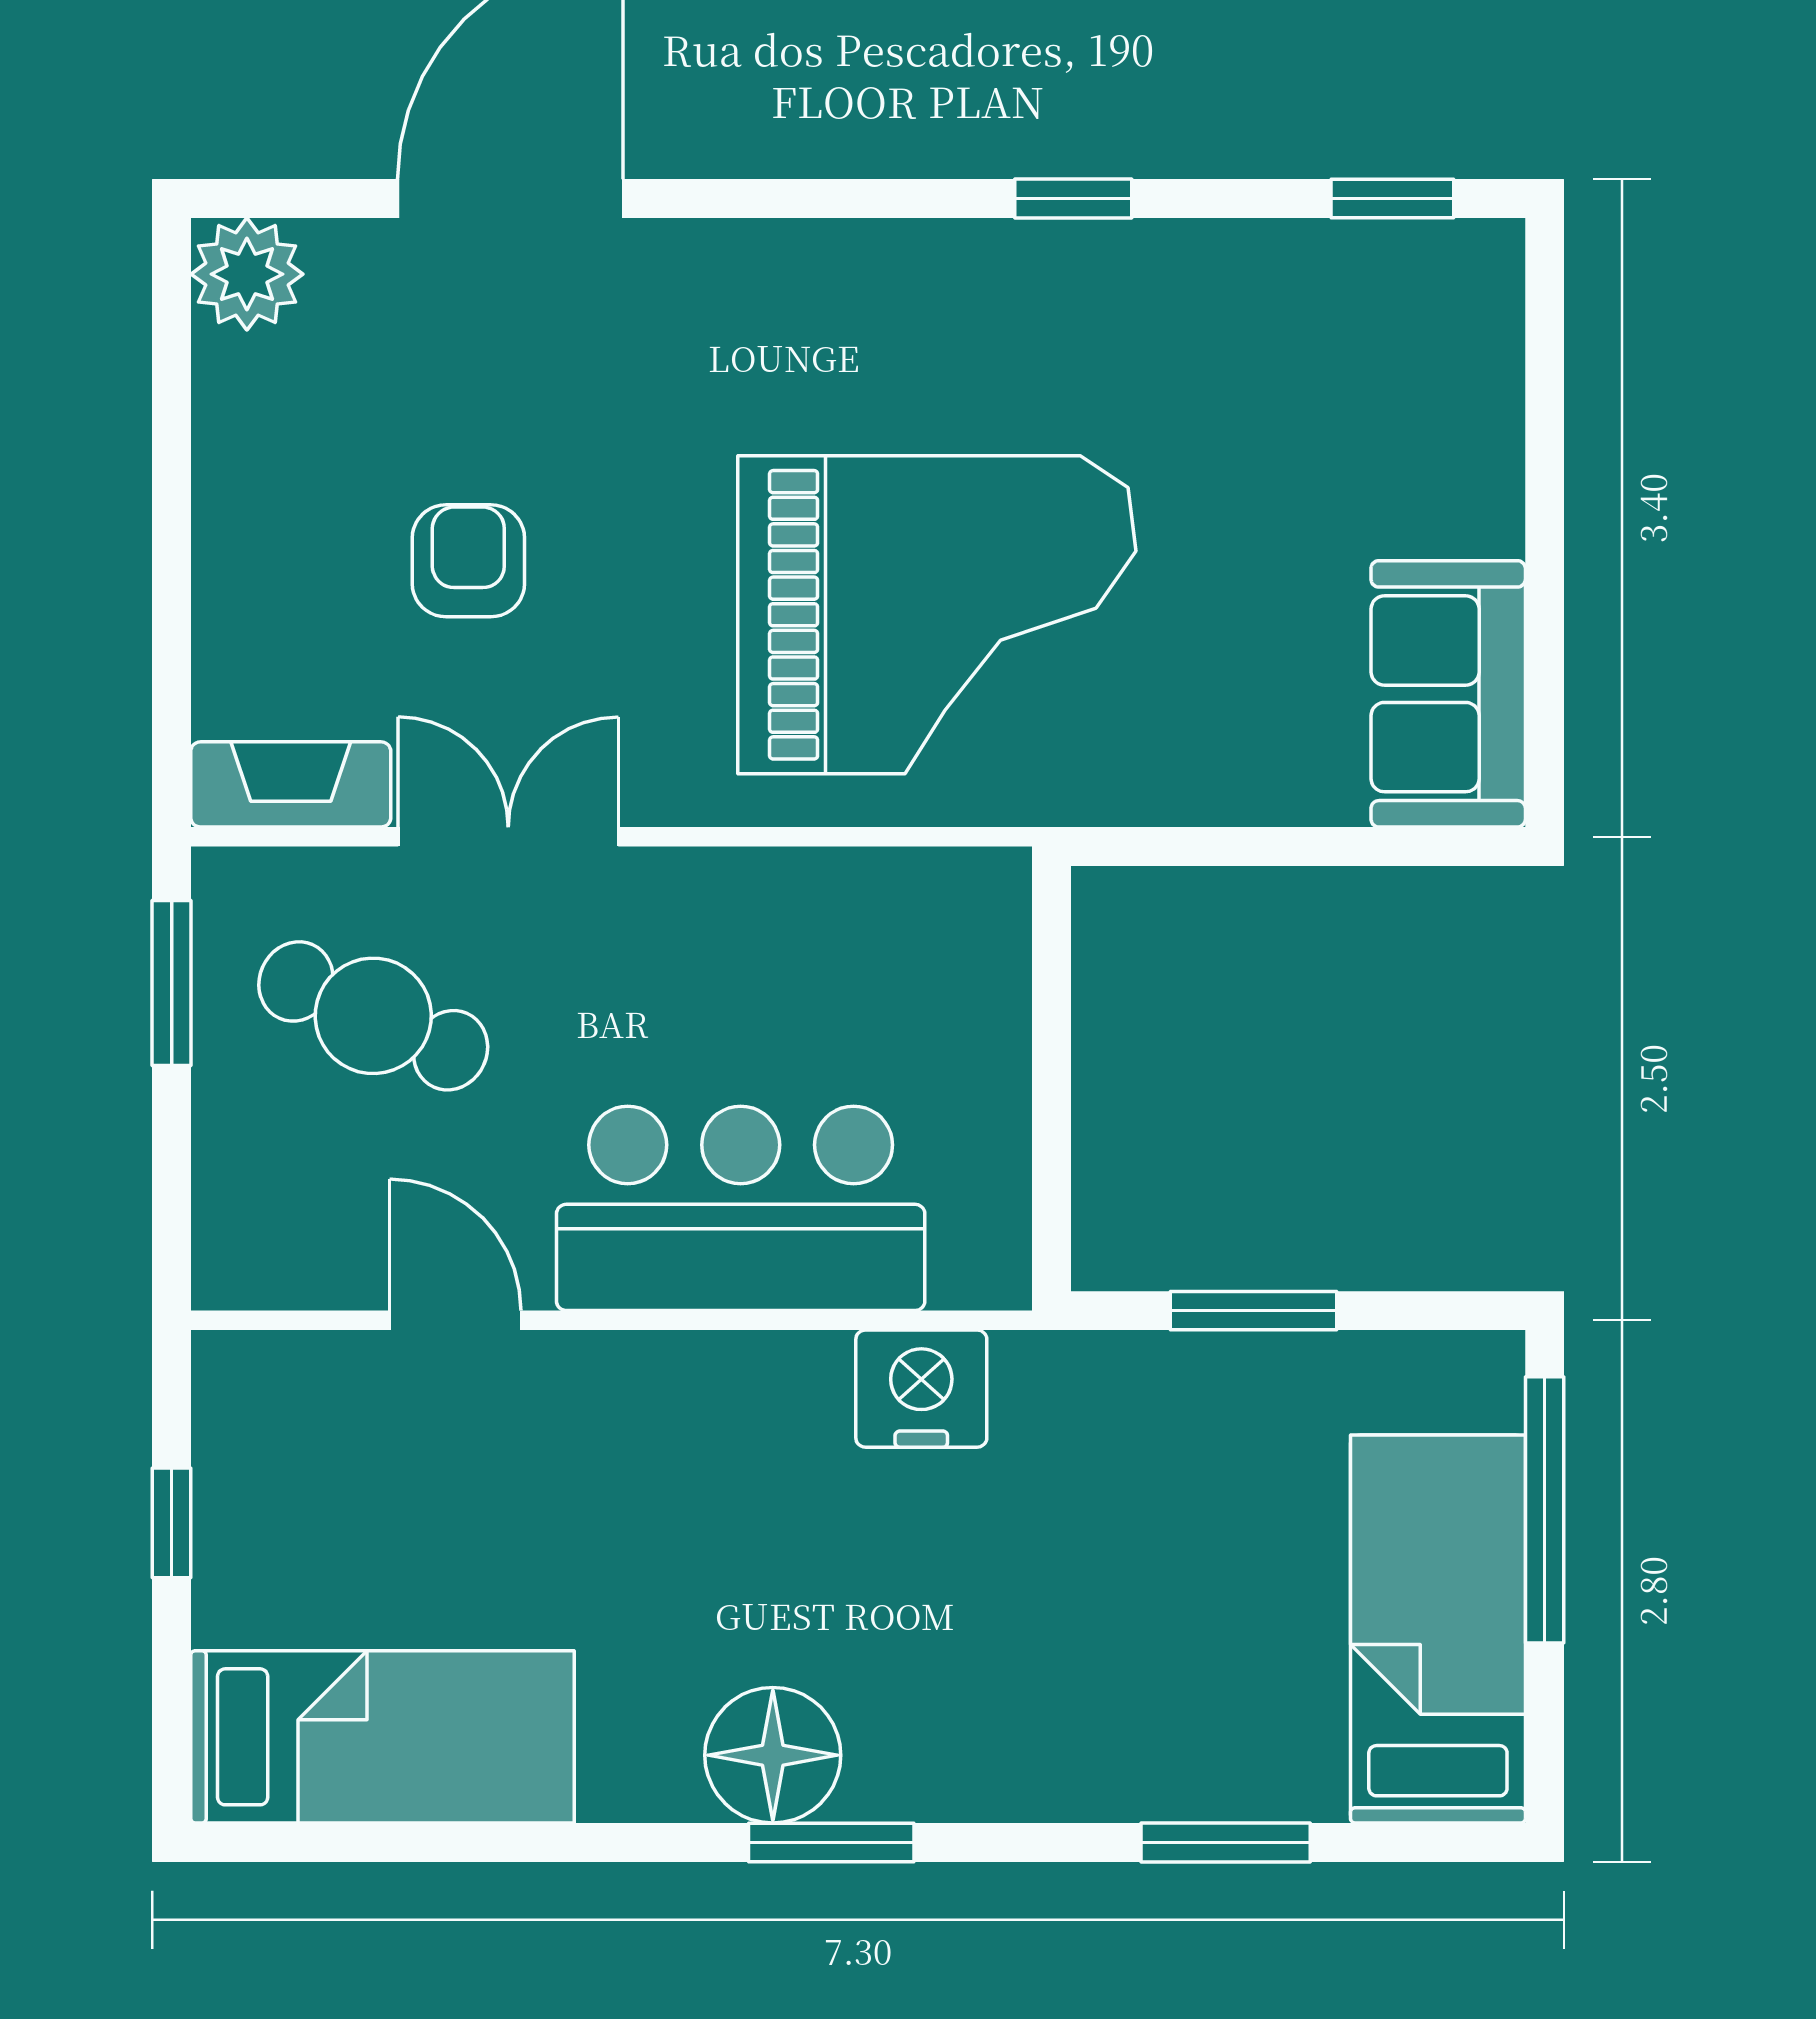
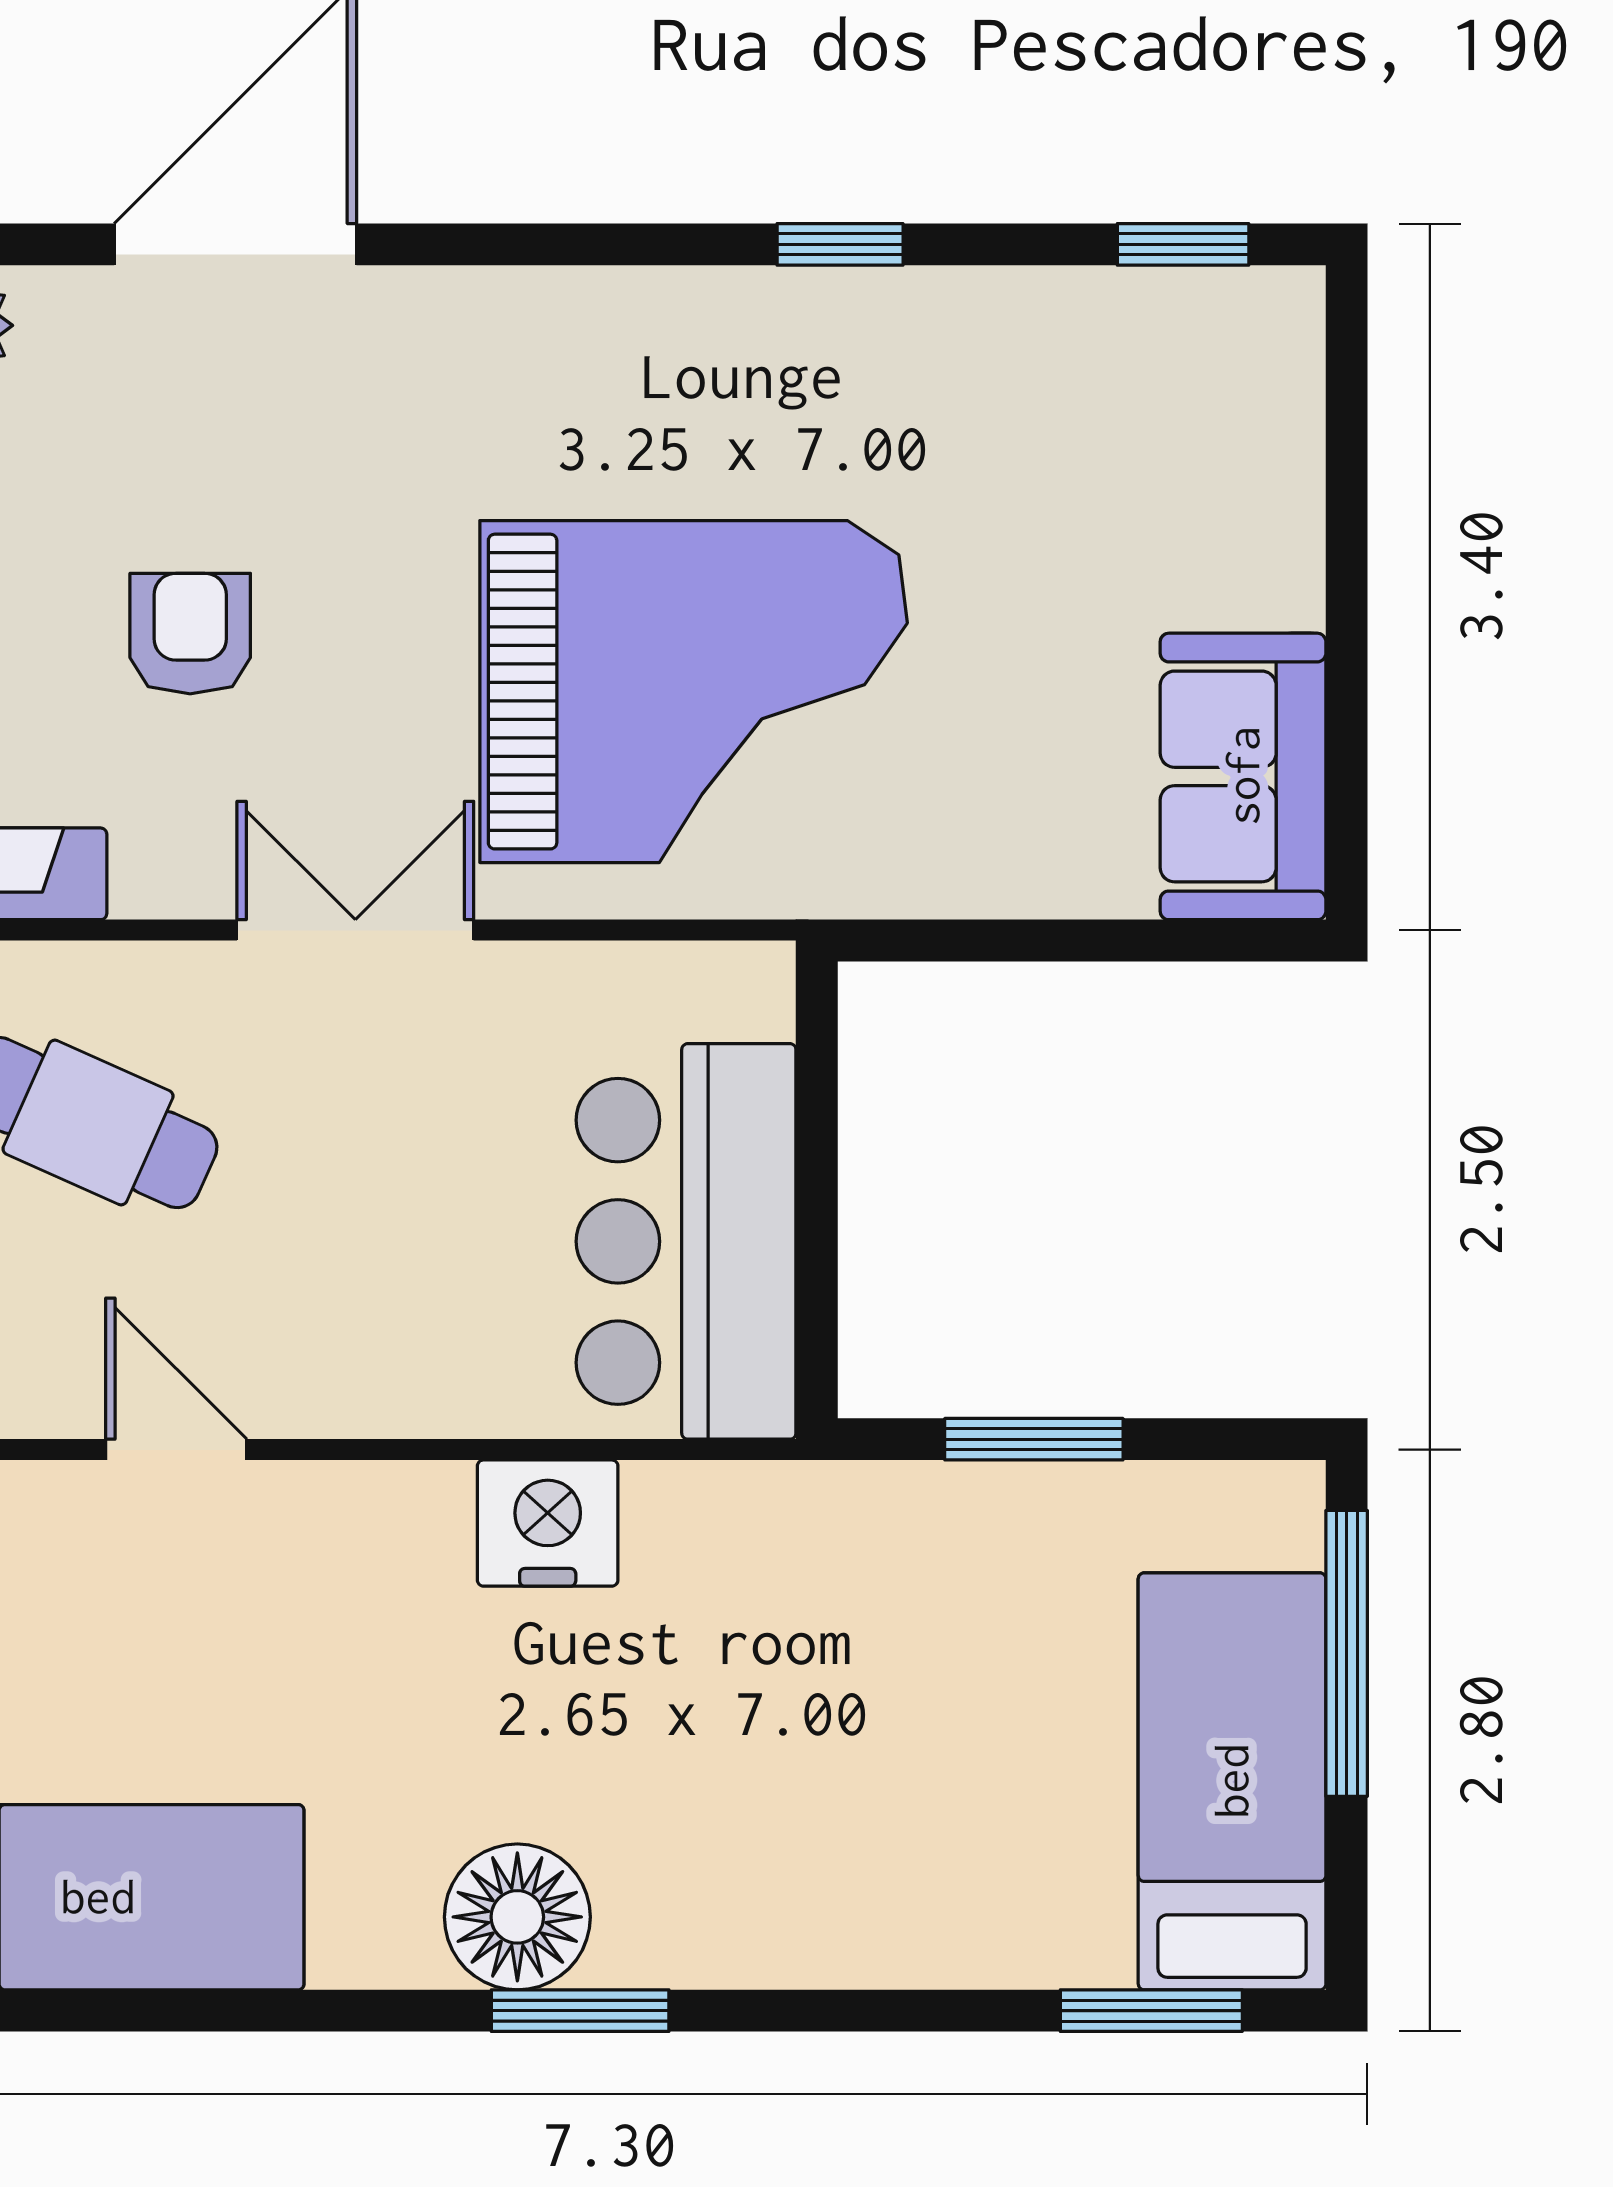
double door: (508, 837) -> (355, 930), moved
bar counter: (741, 1208) -> (686, 1241), moved, turned -90
nightstand: (921, 1389) -> (548, 1523), moved
window: (1226, 1842) -> (1151, 2011), moved

